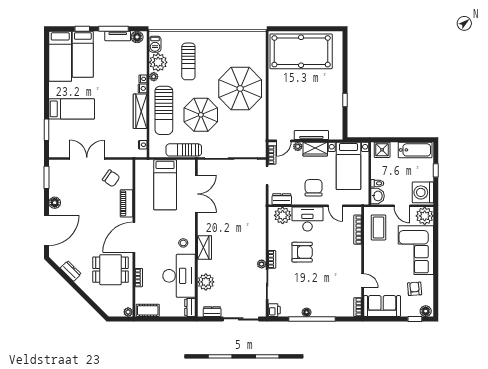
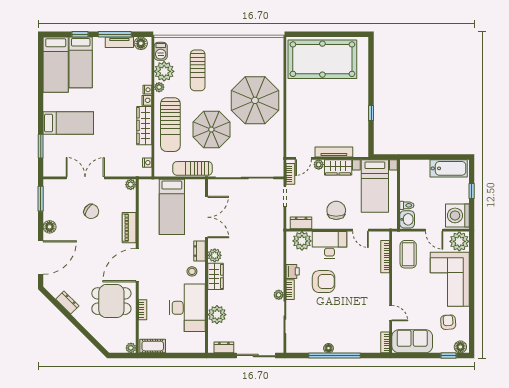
shower: (382, 150) -> (412, 168), removed
plant: (128, 165) -> (131, 185), added
chair: (111, 178) -> (91, 211), moved
plant: (204, 228) -> (215, 255), added
dresser: (190, 307) -> (199, 251), moved
printer: (274, 310) -> (293, 271), moved

